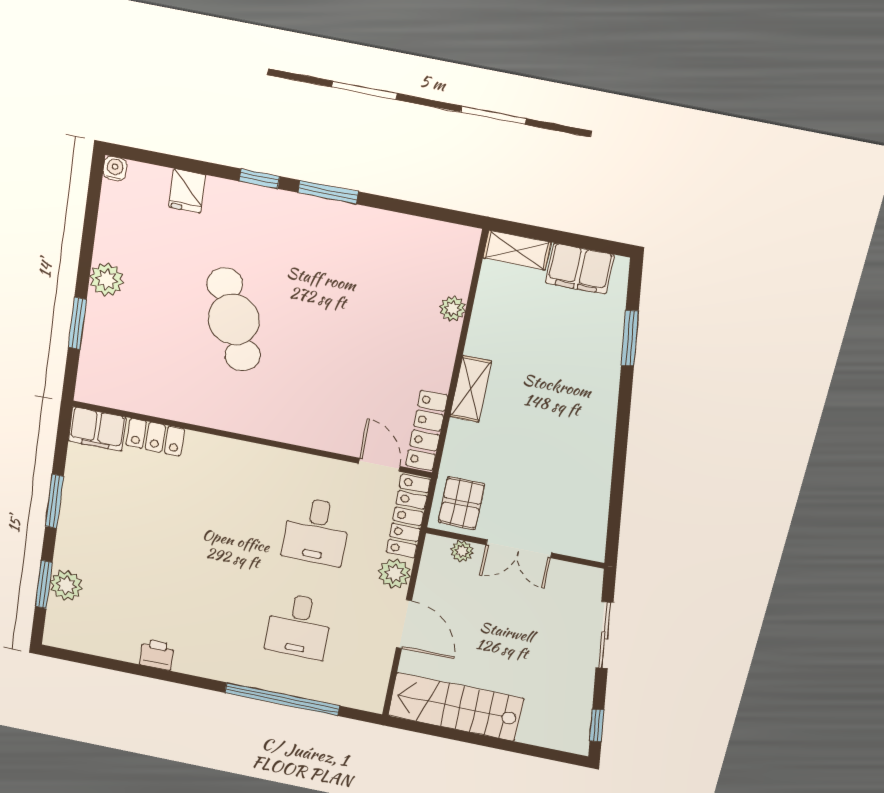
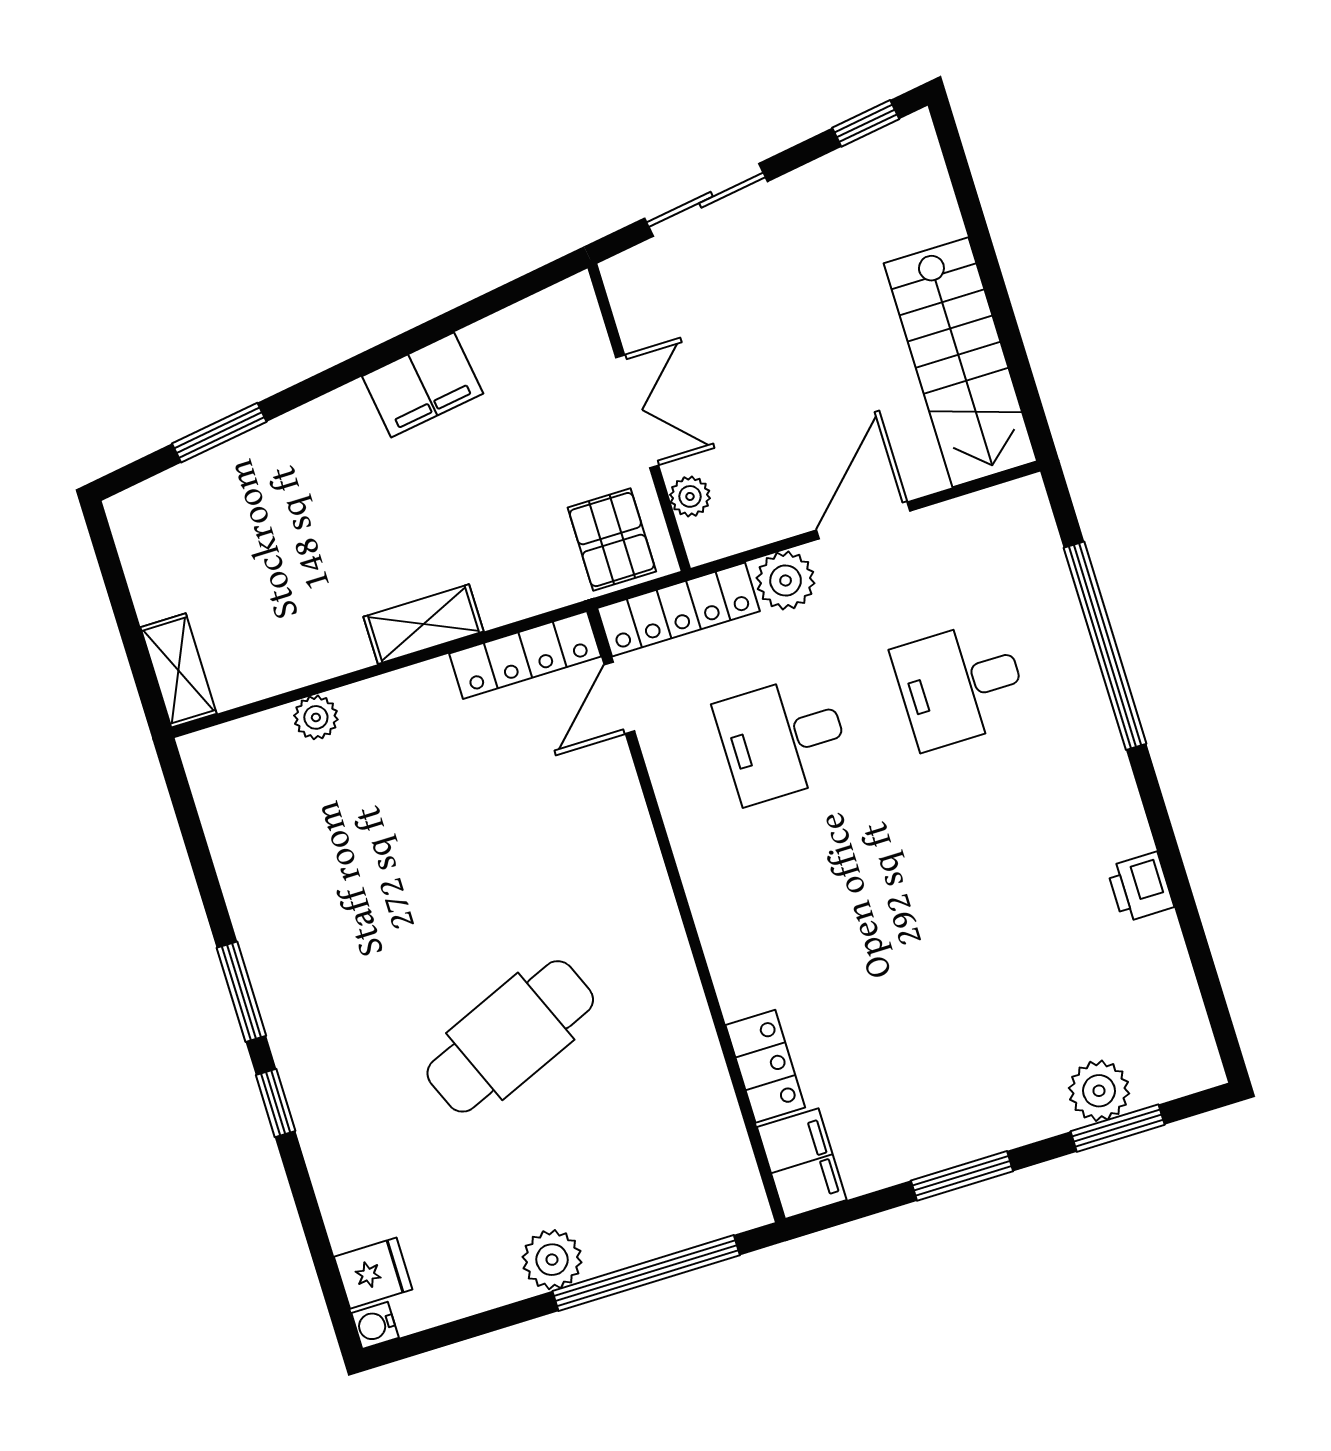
fridge: (187, 191) -> (373, 1273), moved
filing cabinet: (580, 269) -> (423, 385), moved, turned 82
window: (77, 323) -> (646, 1273), width x2.11
pallet: (462, 503) -> (612, 540), turned 90
desk: (316, 531) -> (783, 739), turned 180
desk: (299, 626) -> (960, 684), turned 180

